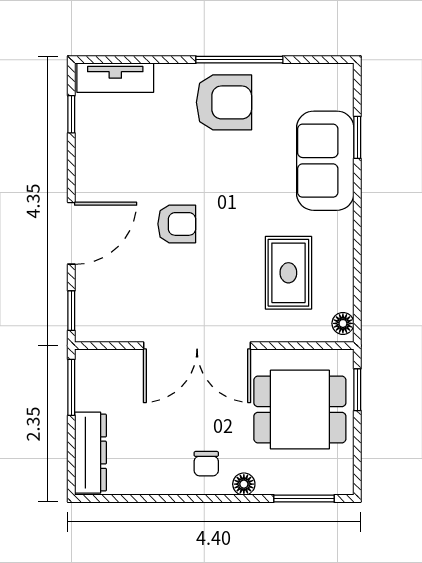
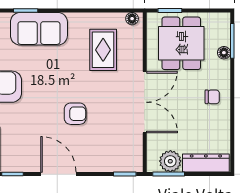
armchair: (177, 224) -> (75, 114), turned 90
door: (71, 233) -> (58, 174), moved
rug: (288, 273) -> (103, 50), turned 90
plant: (94, 390) -> (170, 161), added
floor lamp: (244, 484) -> (224, 53), moved

